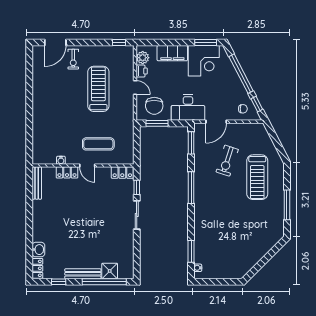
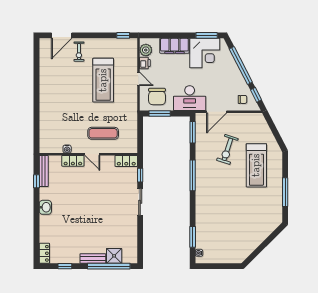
treadmill: (98, 89) -> (103, 80), turned 180
window: (29, 194) -> (36, 181), added
washbasin: (38, 250) -> (45, 207), moved
bench: (83, 274) -> (93, 259), width x0.73

